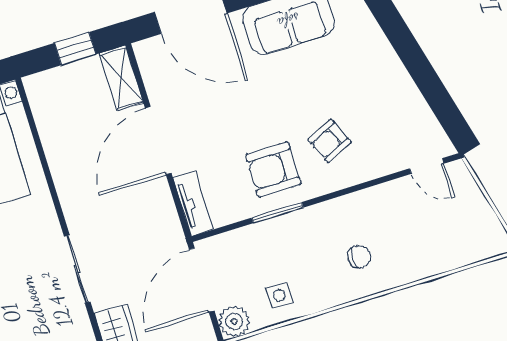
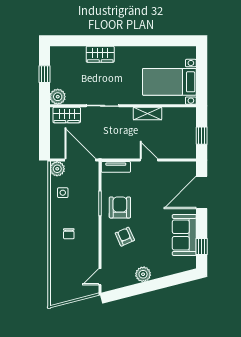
shelving: (122, 78) -> (147, 114), moved
plant: (394, 80) -> (143, 274), added
door: (158, 141) -> (149, 160), width x0.53

